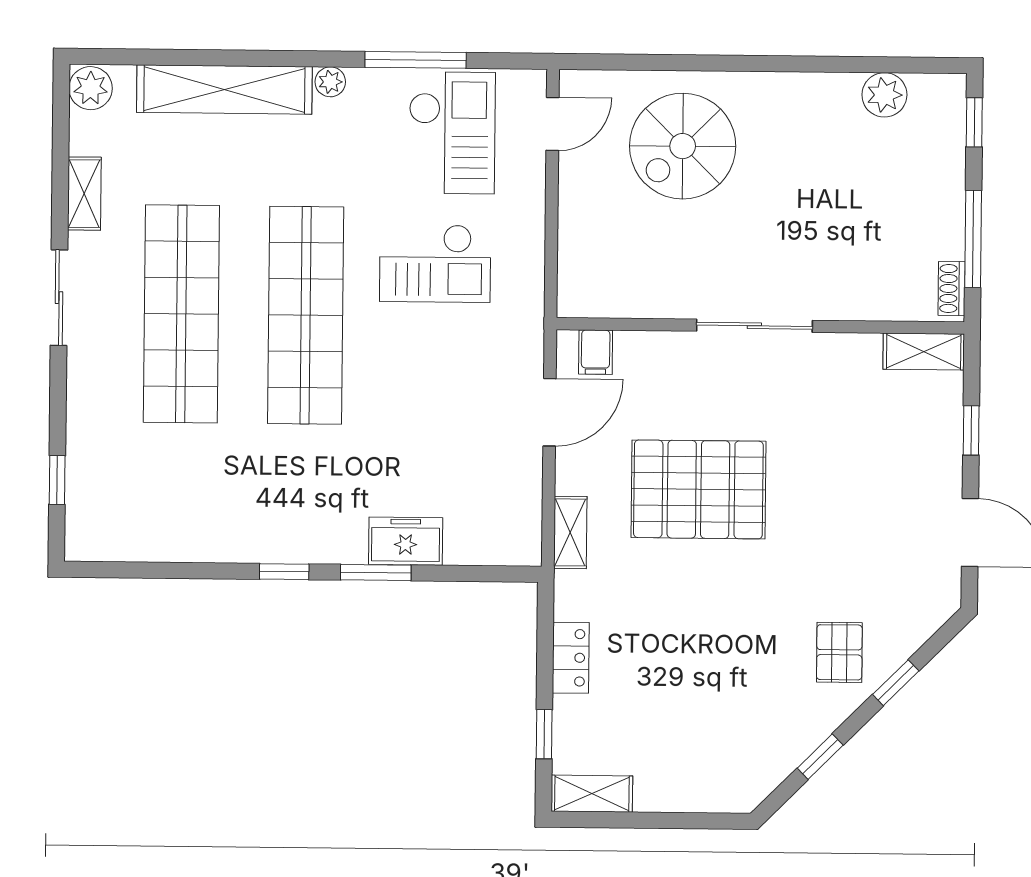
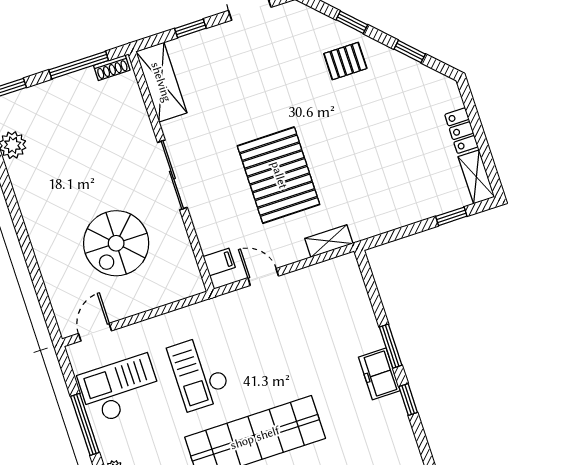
door: (553, 124) -> (95, 332), hinge flipped
spiral stairs: (683, 146) -> (116, 243), moved, turned 90
checkout: (435, 263) -> (199, 373), turned 180
shelving: (924, 352) -> (161, 82), width x1.50, depth x1.33
door: (549, 412) -> (263, 277), width x0.73
freezer: (406, 541) -> (379, 374), moved
locker: (571, 658) -> (461, 131), moved, turned -90

